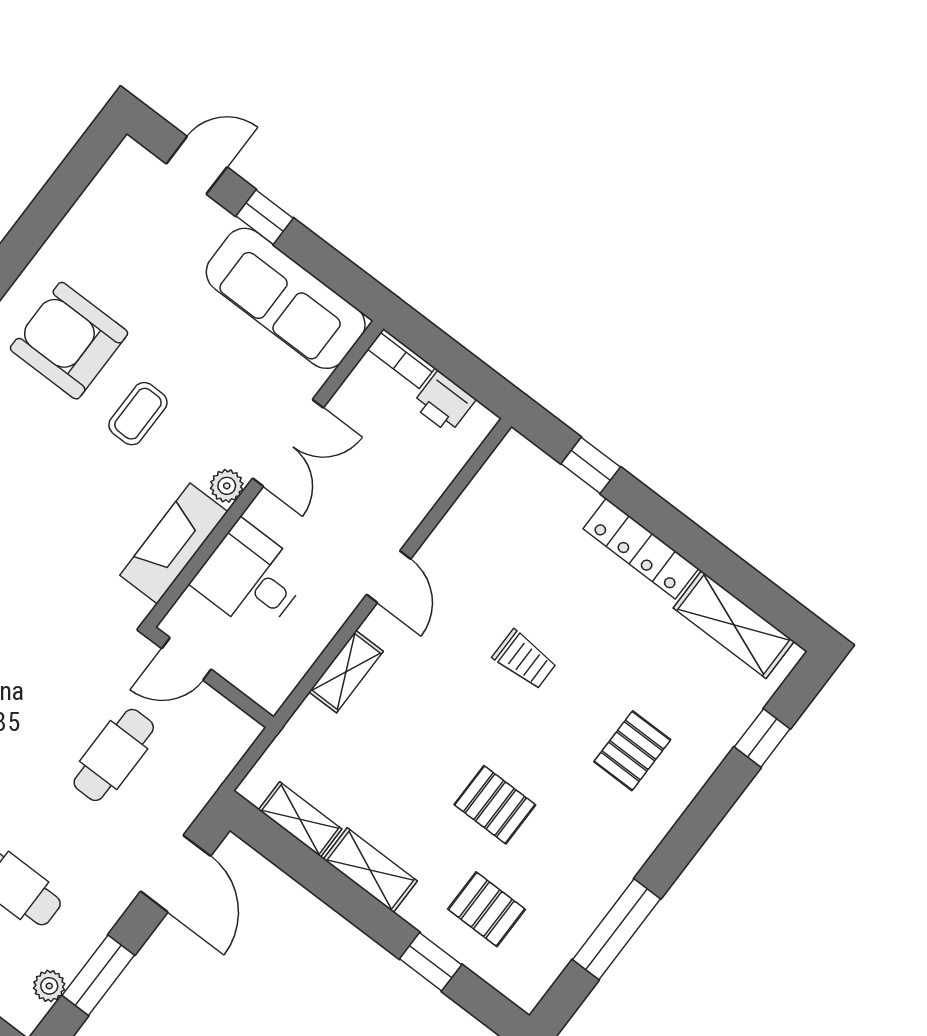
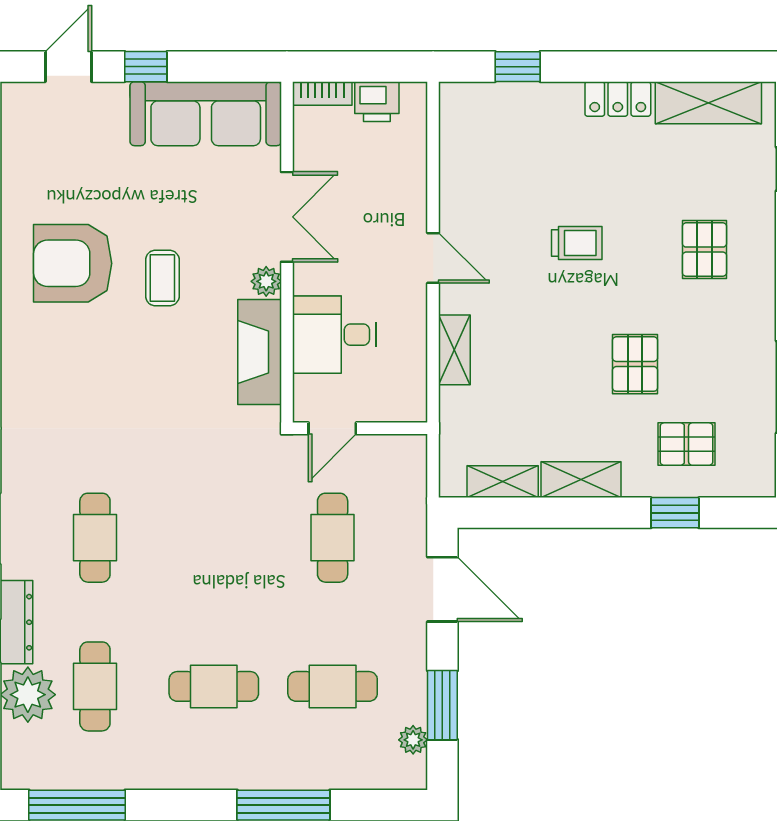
locker: (641, 549) -> (618, 99), width x0.66
pallet: (495, 805) -> (635, 364), turned 90

